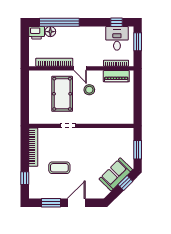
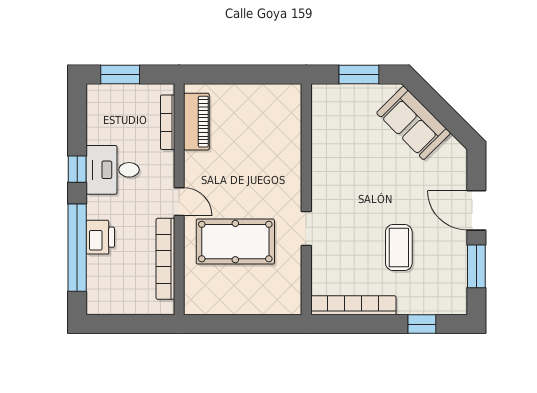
window: (116, 22) -> (77, 169), moved
floor lamp: (50, 32) -> (98, 268), removed
printer: (37, 33) -> (100, 237), moved
desk: (117, 38) -> (113, 170), moved
door: (80, 68) -> (179, 202), hinge flipped
stool: (89, 90) -> (226, 181), removed
window: (125, 183) -> (433, 102), removed

